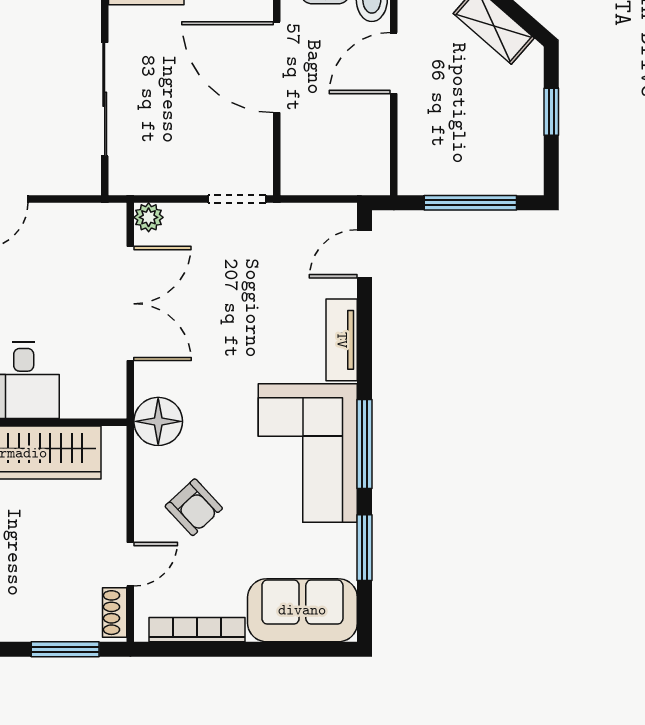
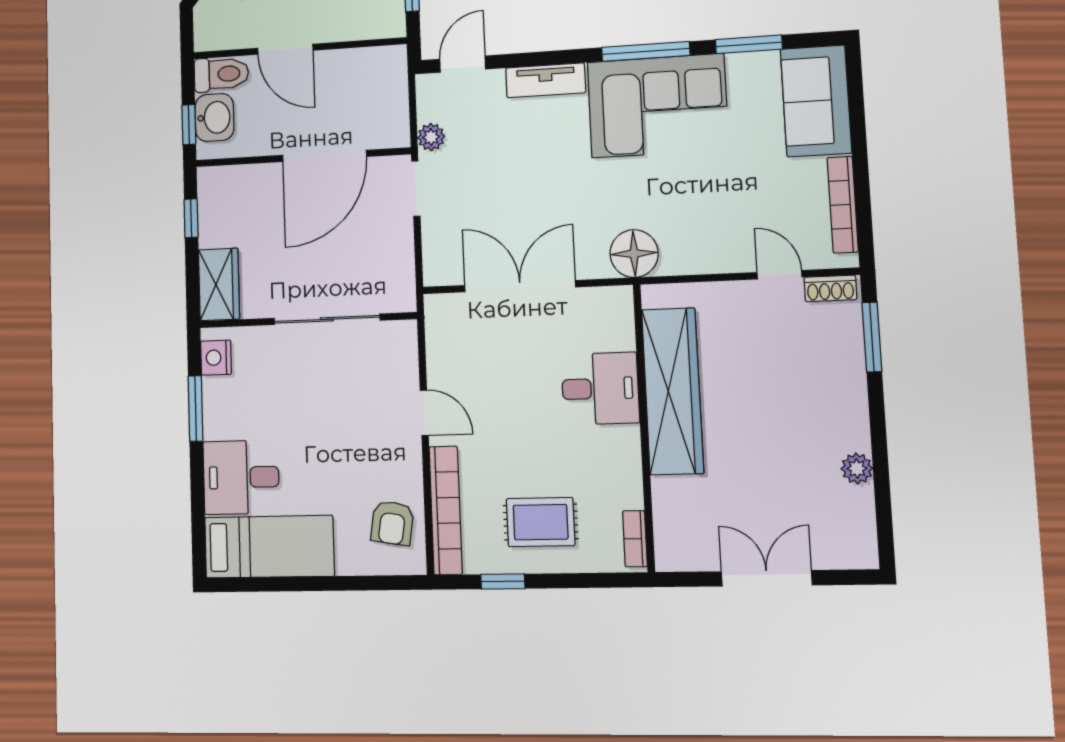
door: (277, 67) -> (324, 156), moved
plant: (149, 217) -> (431, 137), moved
door: (365, 254) -> (463, 64), swing flipped
armchair: (194, 507) -> (718, 214), removed

